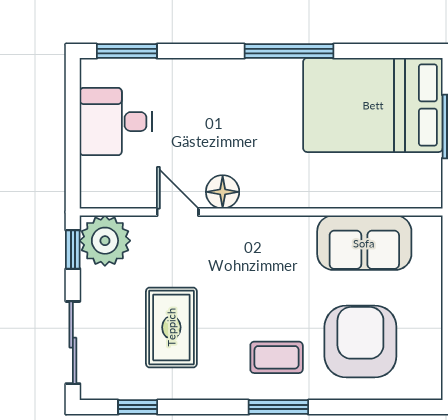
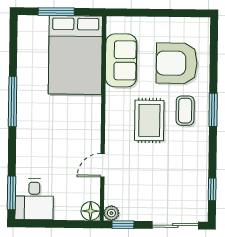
bed: (373, 105) -> (75, 55), moved
desk: (116, 122) -> (34, 199), moved
floor lamp: (223, 192) -> (91, 211), moved
plant: (105, 241) -> (111, 213), width x0.53, depth x0.53
rug: (171, 327) -> (149, 120), moved, turned 90

